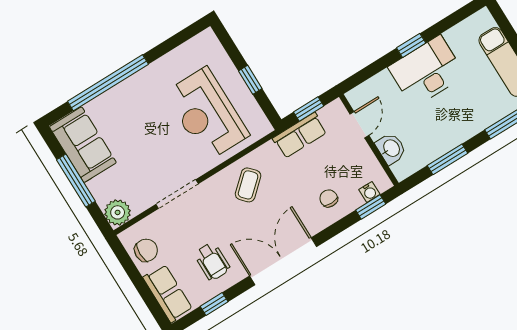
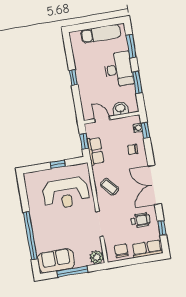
desk: (427, 71) -> (119, 69), moved, turned 180

